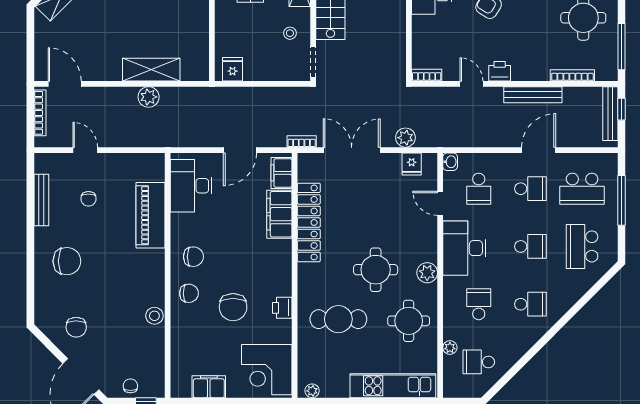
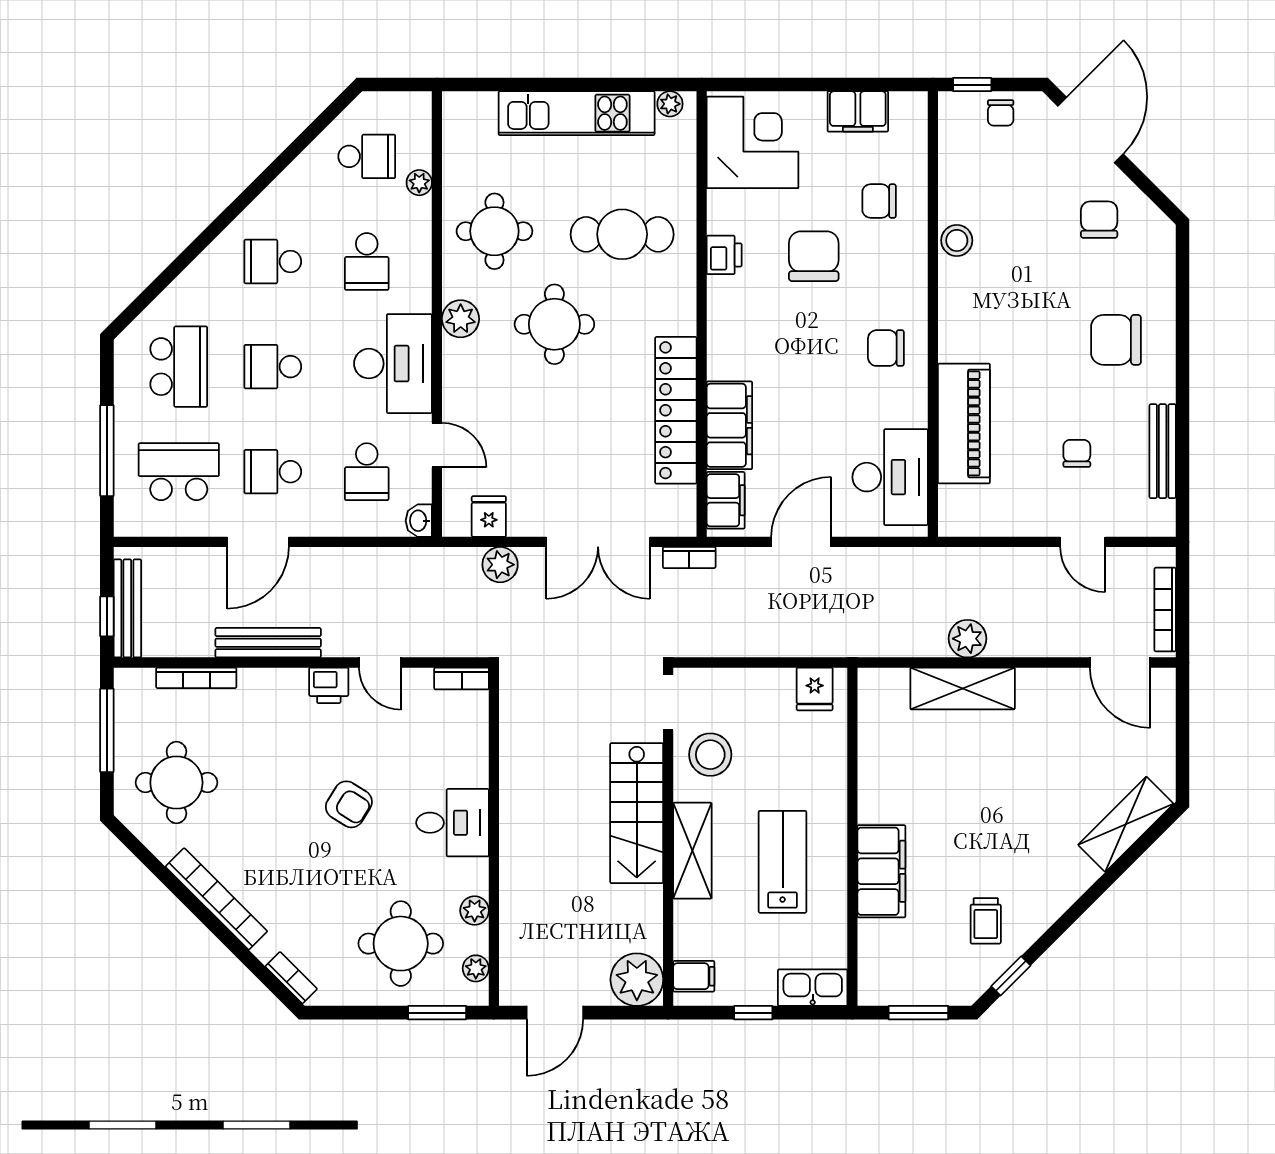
stool: (290, 33) -> (710, 755), width x1.89, depth x1.89
school desk: (479, 189) -> (367, 472), turned 180
chair: (189, 293) -> (879, 201), moved
kitchen unit: (393, 386) -> (577, 113), moved

